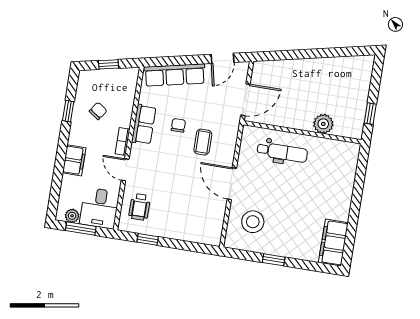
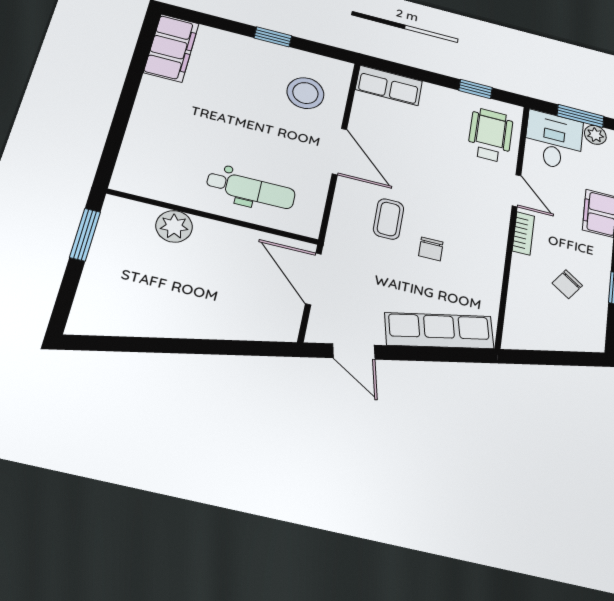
door: (222, 58) -> (354, 351), swing flipped
window: (108, 64) -> (555, 358), removed
door: (245, 100) -> (313, 279), hinge flipped
window: (370, 114) -> (85, 235), width x1.50
row of seats: (144, 124) -> (389, 85), moved, turned -90
dental chair: (282, 152) -> (251, 189), turned 180
wheelchair: (140, 207) -> (490, 135), width x1.36, depth x1.37

